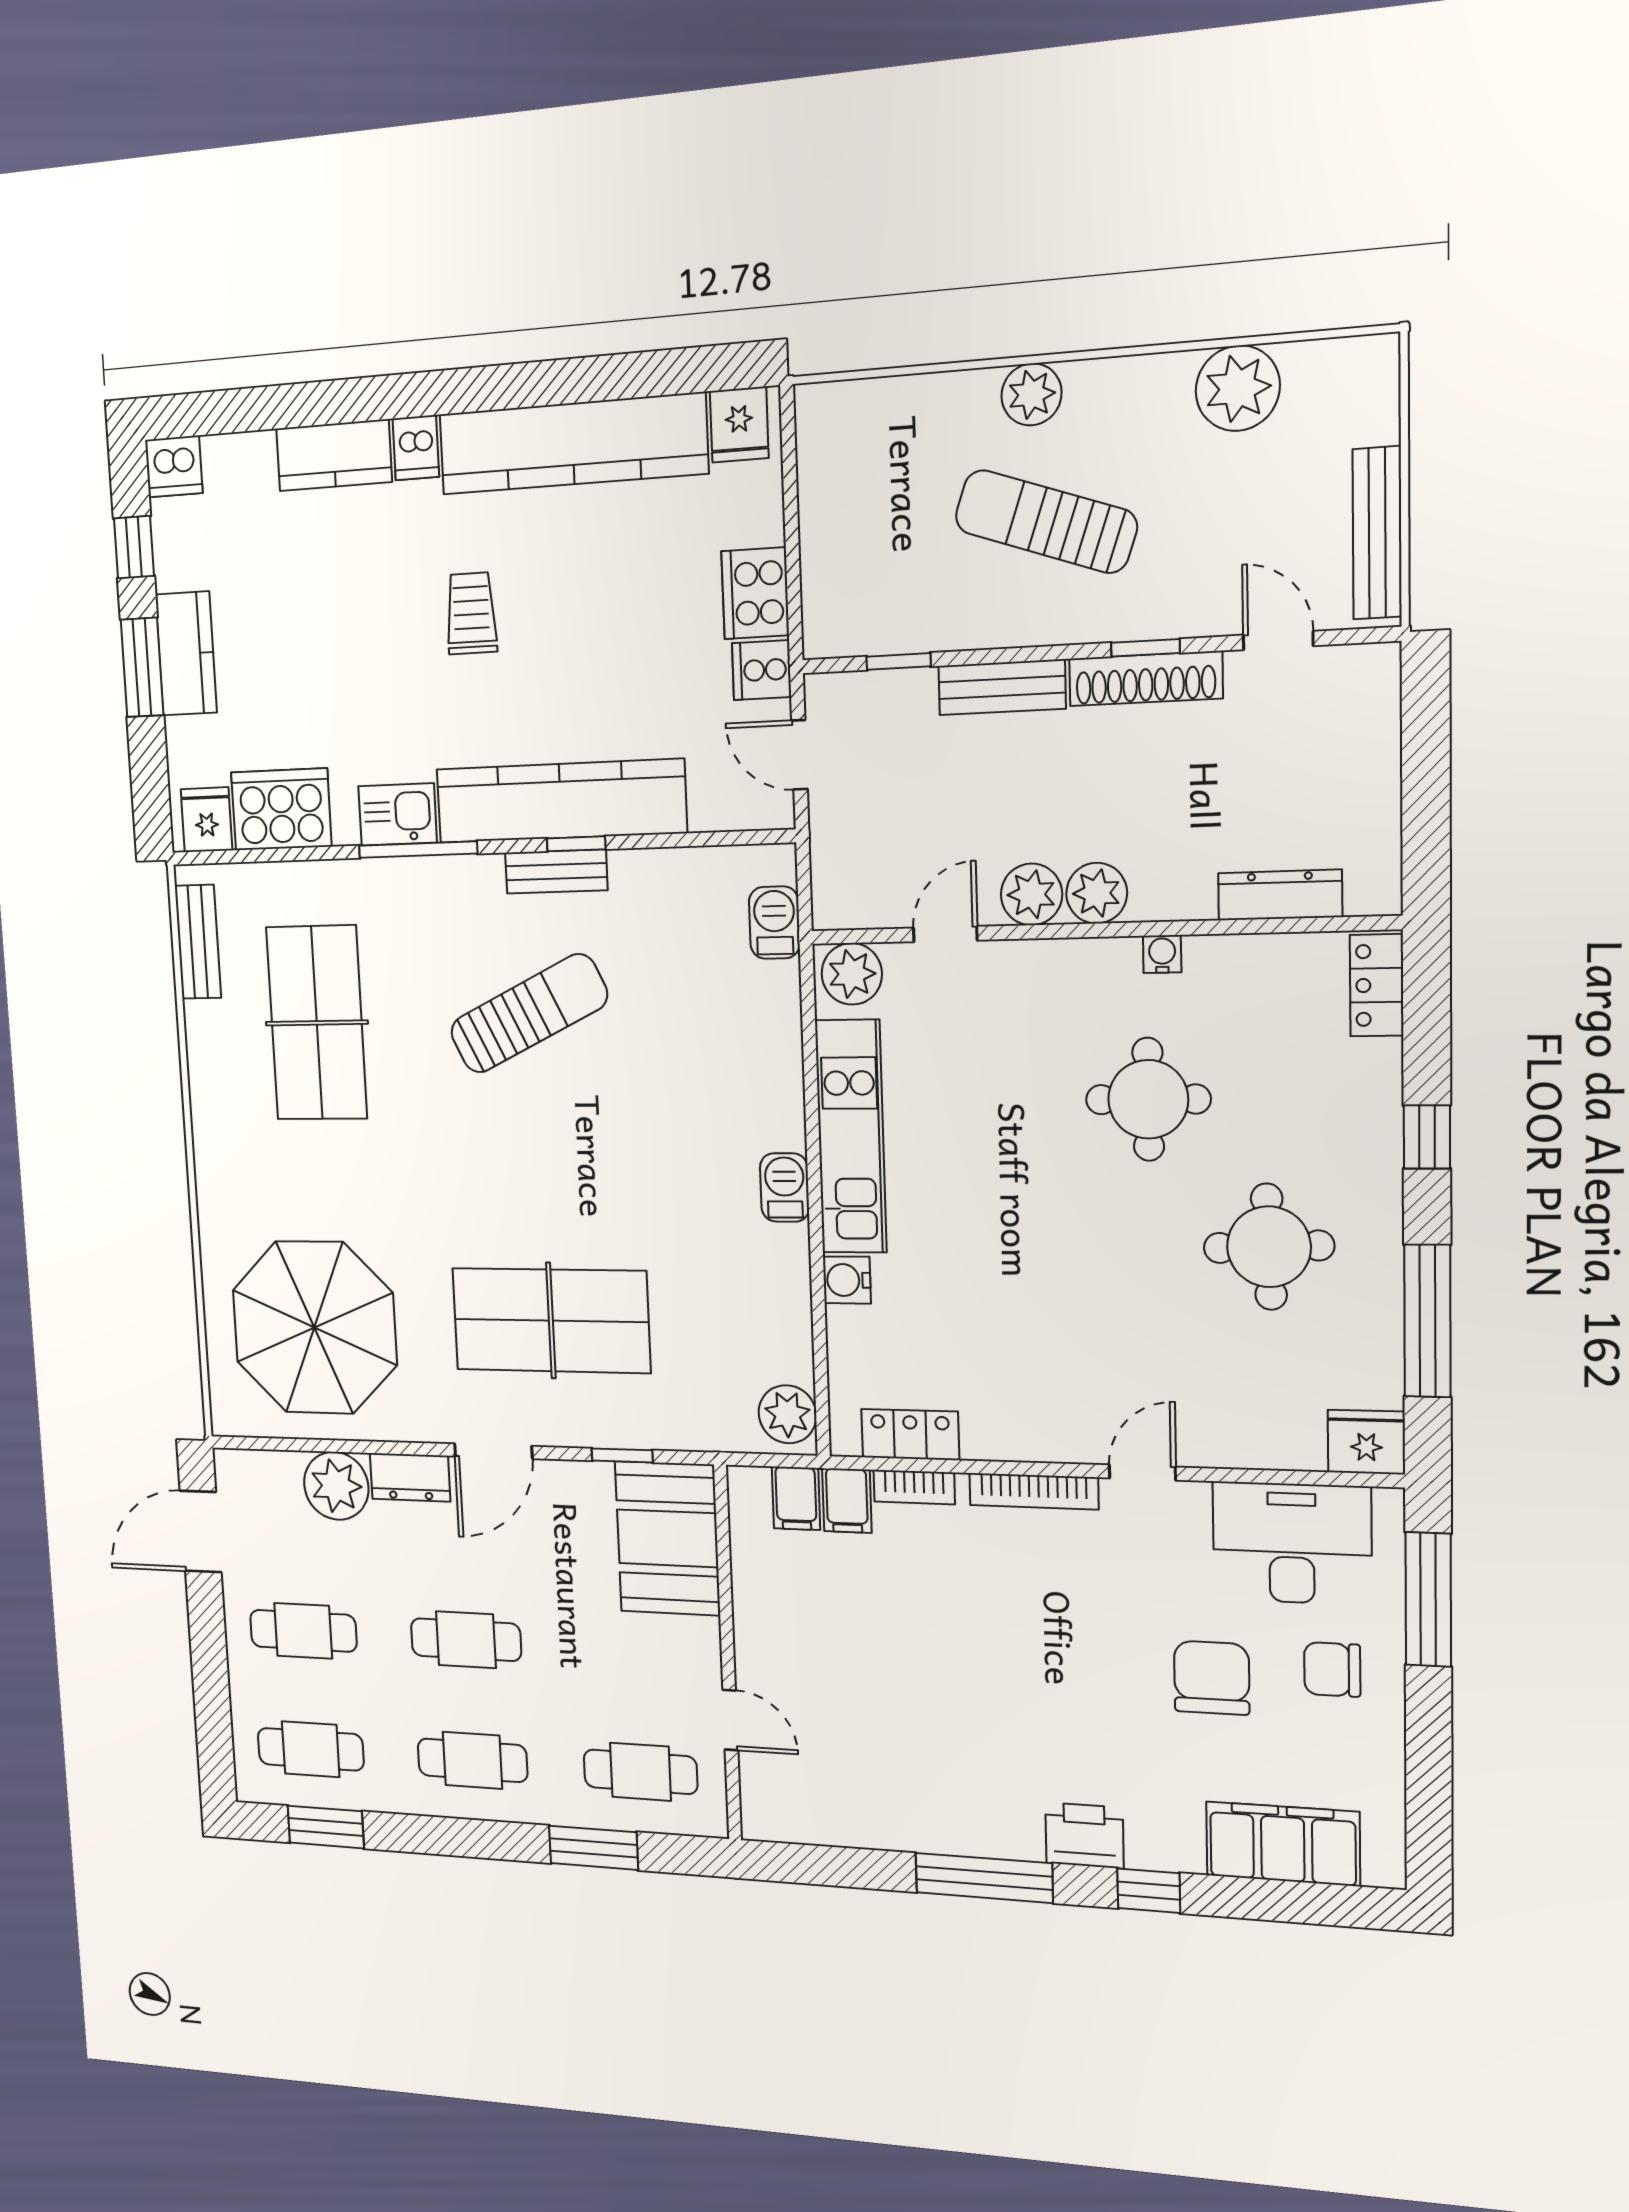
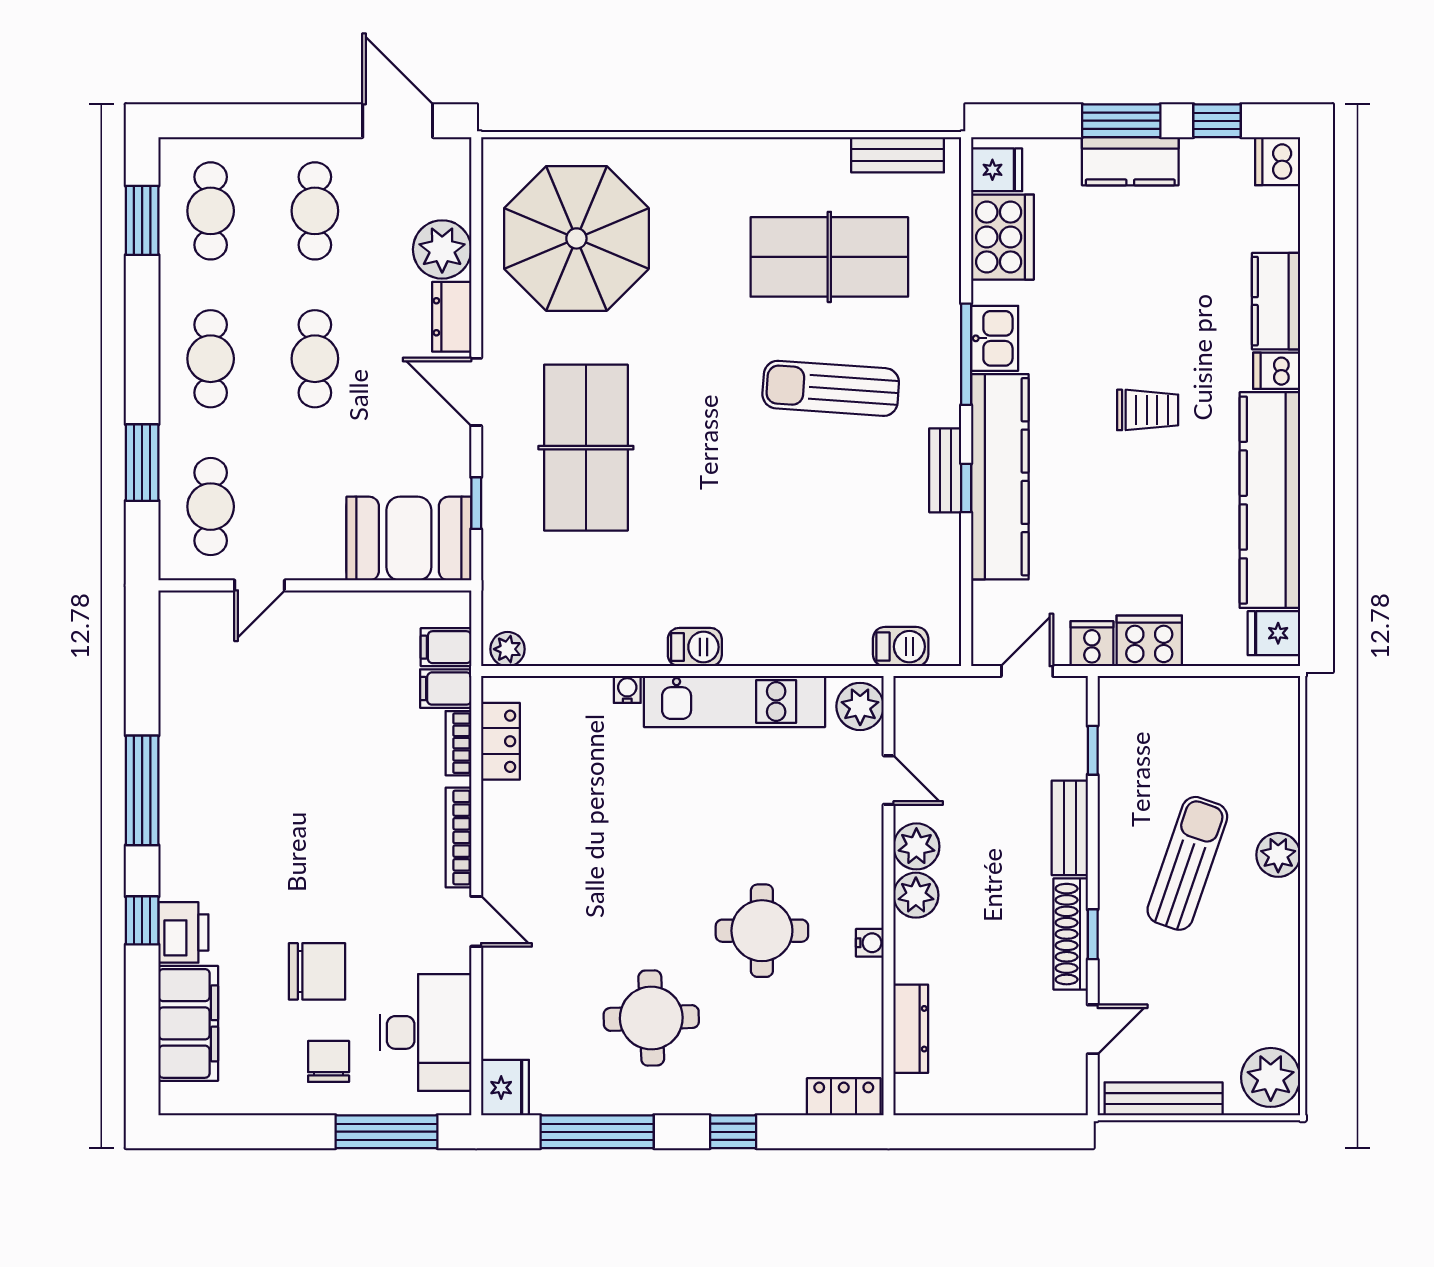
plant: (1238, 388) -> (1271, 1077), moved
sun lounger: (529, 1014) -> (831, 388), moved, turned 120
water cooler: (847, 1280) -> (627, 689), width x0.72, depth x0.72
plant: (787, 1414) -> (508, 649), width x0.73, depth x0.73
printer: (1084, 1835) -> (183, 932), moved

